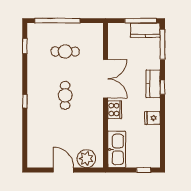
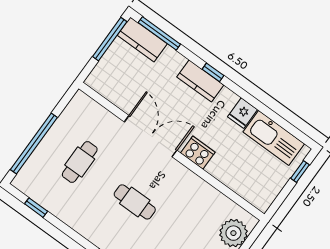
kitchen counter: (145, 30) -> (142, 40), moved, turned 90
kitchen sink: (117, 149) -> (274, 138), moved, turned 180

